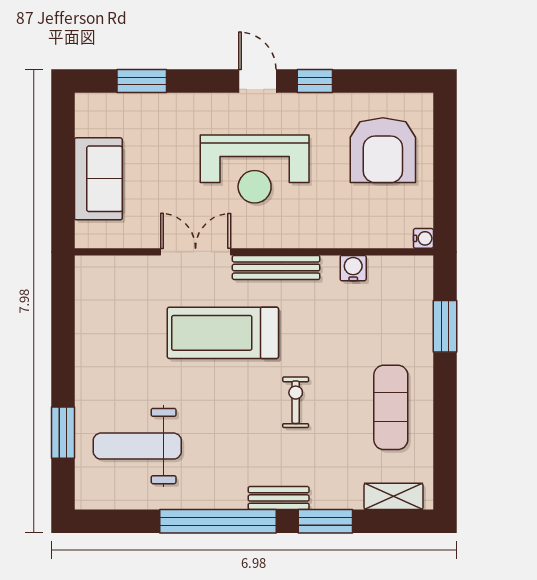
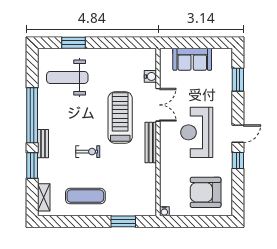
water cooler: (353, 268) -> (150, 76), moved
weight bench: (137, 446) -> (67, 77), turned -90

